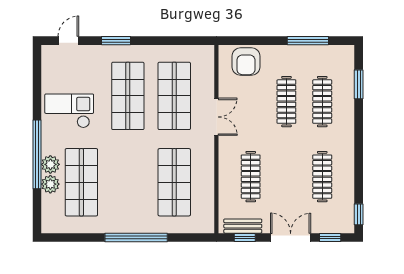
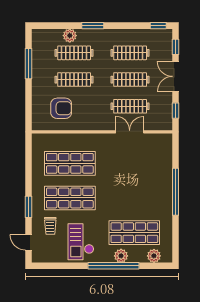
armchair: (246, 62) -> (61, 108), moved
trolley: (90, 70) -> (50, 226), added
window: (359, 84) -> (93, 26), moved
plant: (345, 96) -> (70, 36), added
double door: (216, 117) -> (130, 132), moved
clothes rail: (286, 177) -> (130, 80), added
shop shelf: (174, 182) -> (134, 163), removed
plant: (50, 184) -> (154, 256), moved
bench: (243, 226) -> (167, 112), removed

